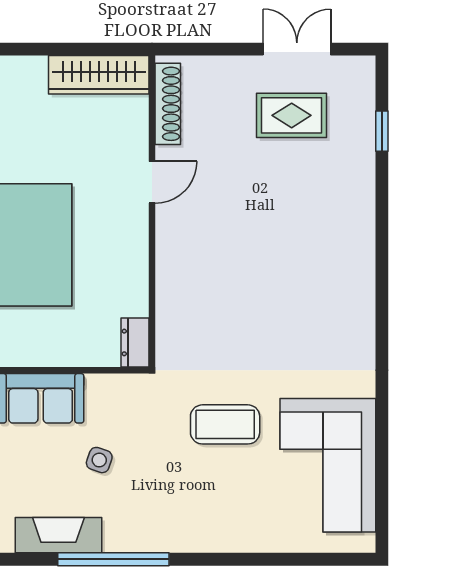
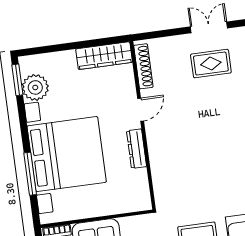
dresser: (135, 342) -> (137, 149), moved, width x1.44

